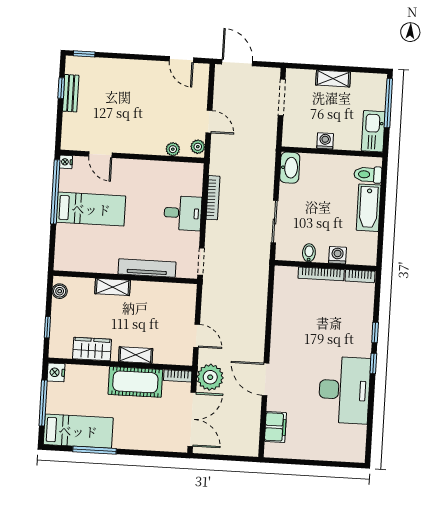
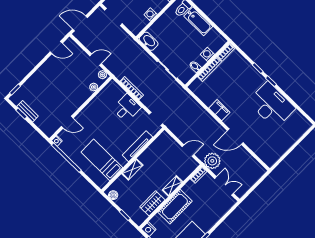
bed: (91, 209) -> (102, 160), moved, turned -90
cot: (135, 382) -> (175, 207), moved
double door: (192, 419) -> (224, 186), width x0.73
filing cabinet: (275, 427) -> (219, 110), moved

